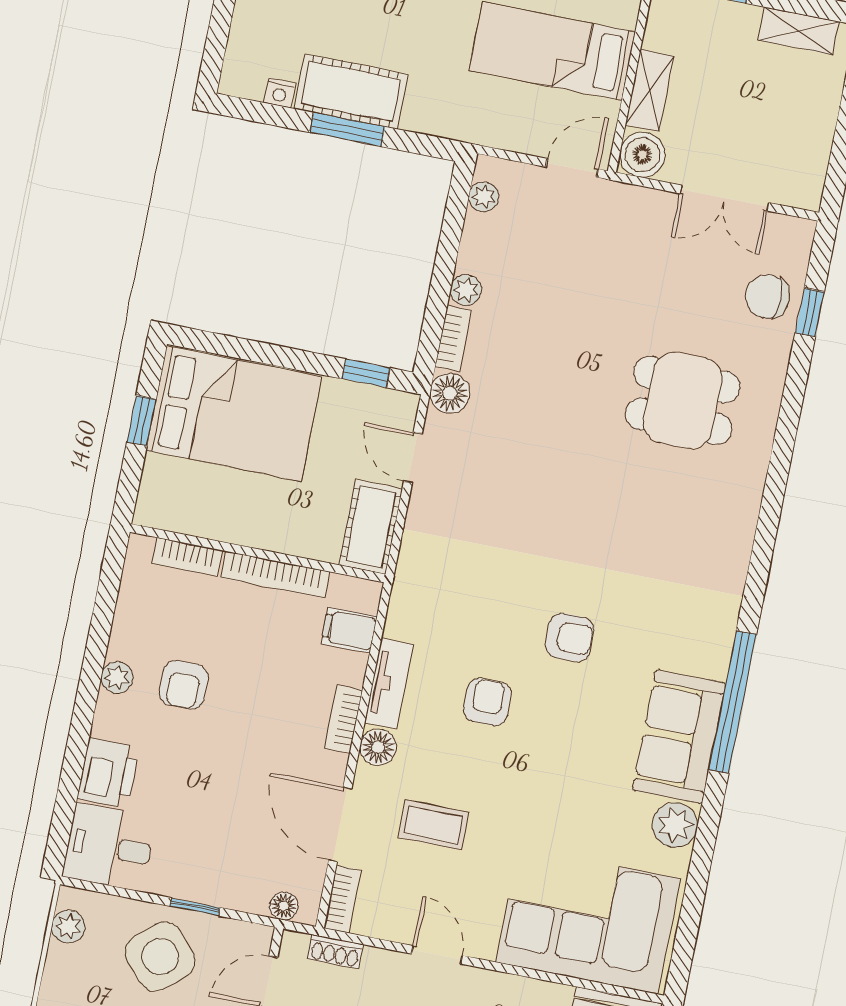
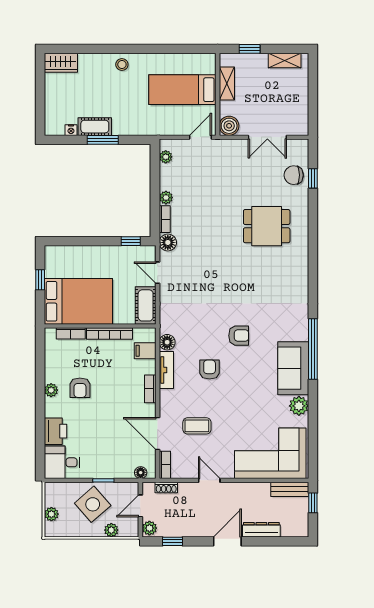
shelving: (650, 90) -> (227, 83), moved
cot: (351, 91) -> (95, 127), width x0.73, depth x0.75
bed: (234, 413) -> (78, 301), moved
floor lamp: (378, 747) -> (167, 342), moved
plant: (68, 926) -> (51, 514), moved

